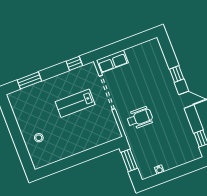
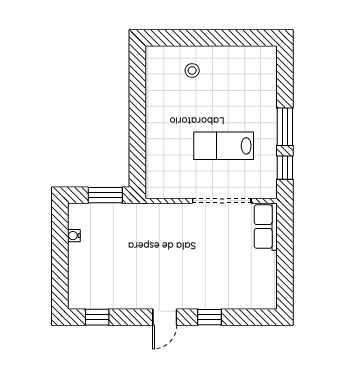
window: (29, 80) -> (285, 127), moved
lab bench: (75, 103) -> (224, 146), turned -90
wheelchair: (140, 118) -> (164, 236), removed

